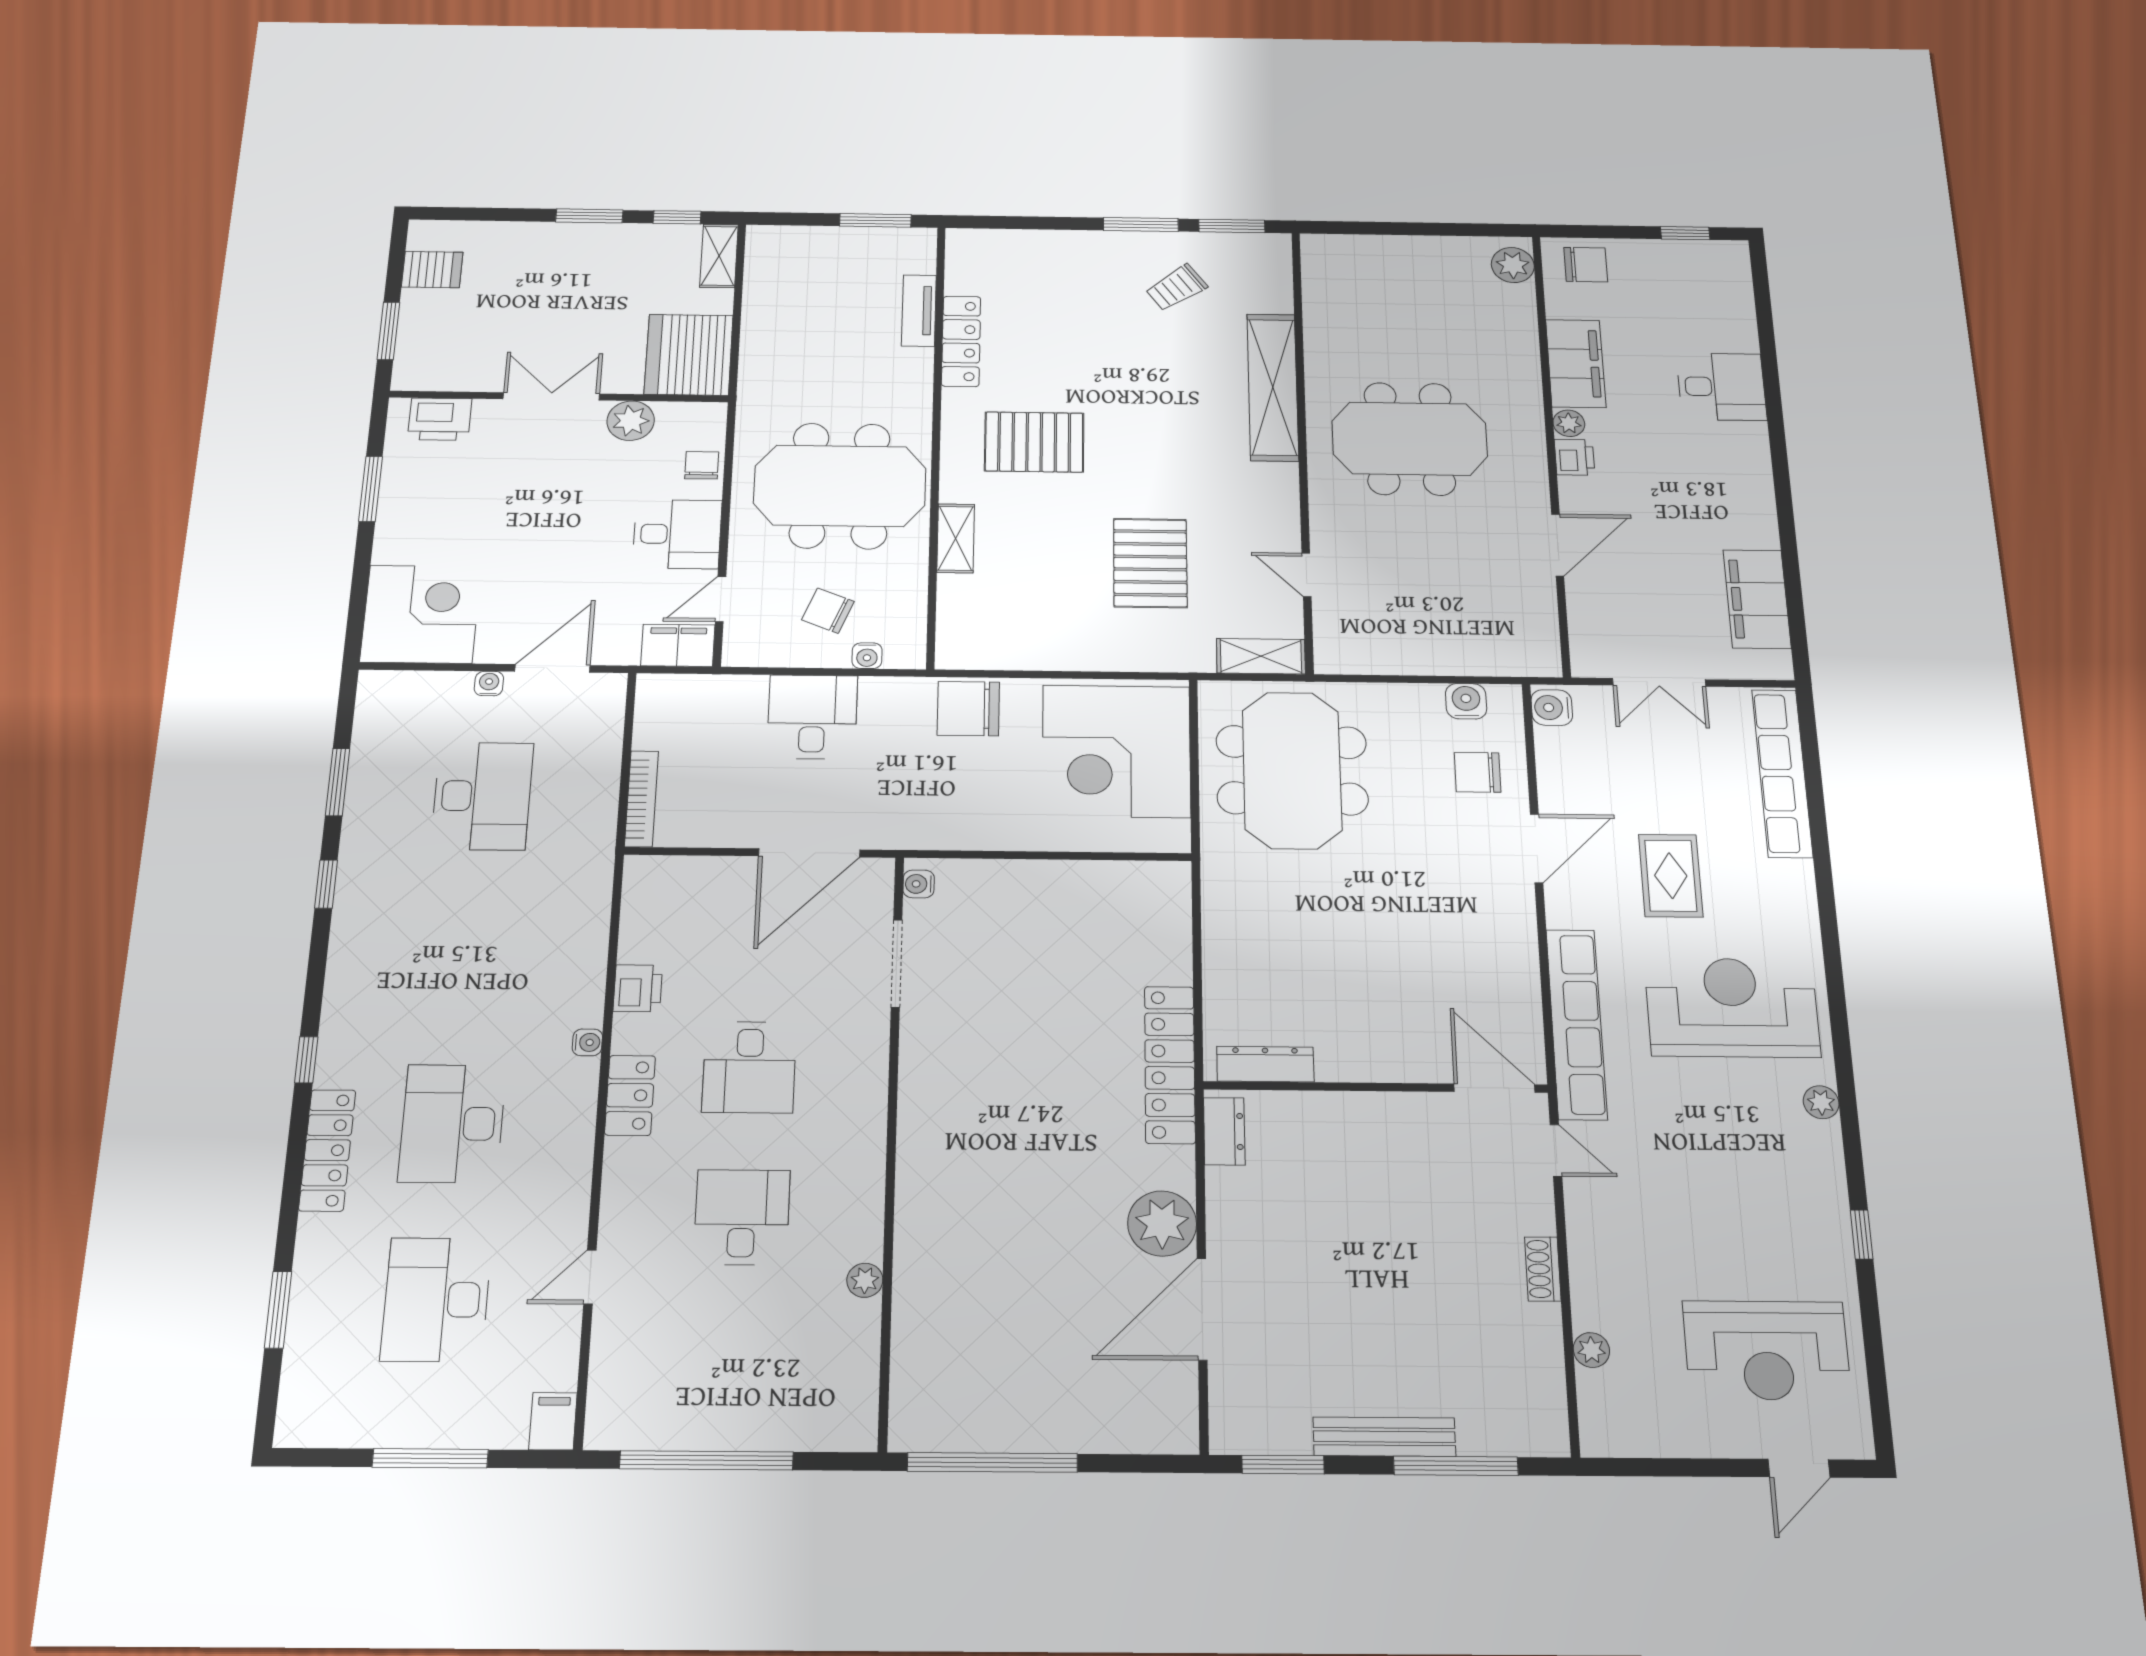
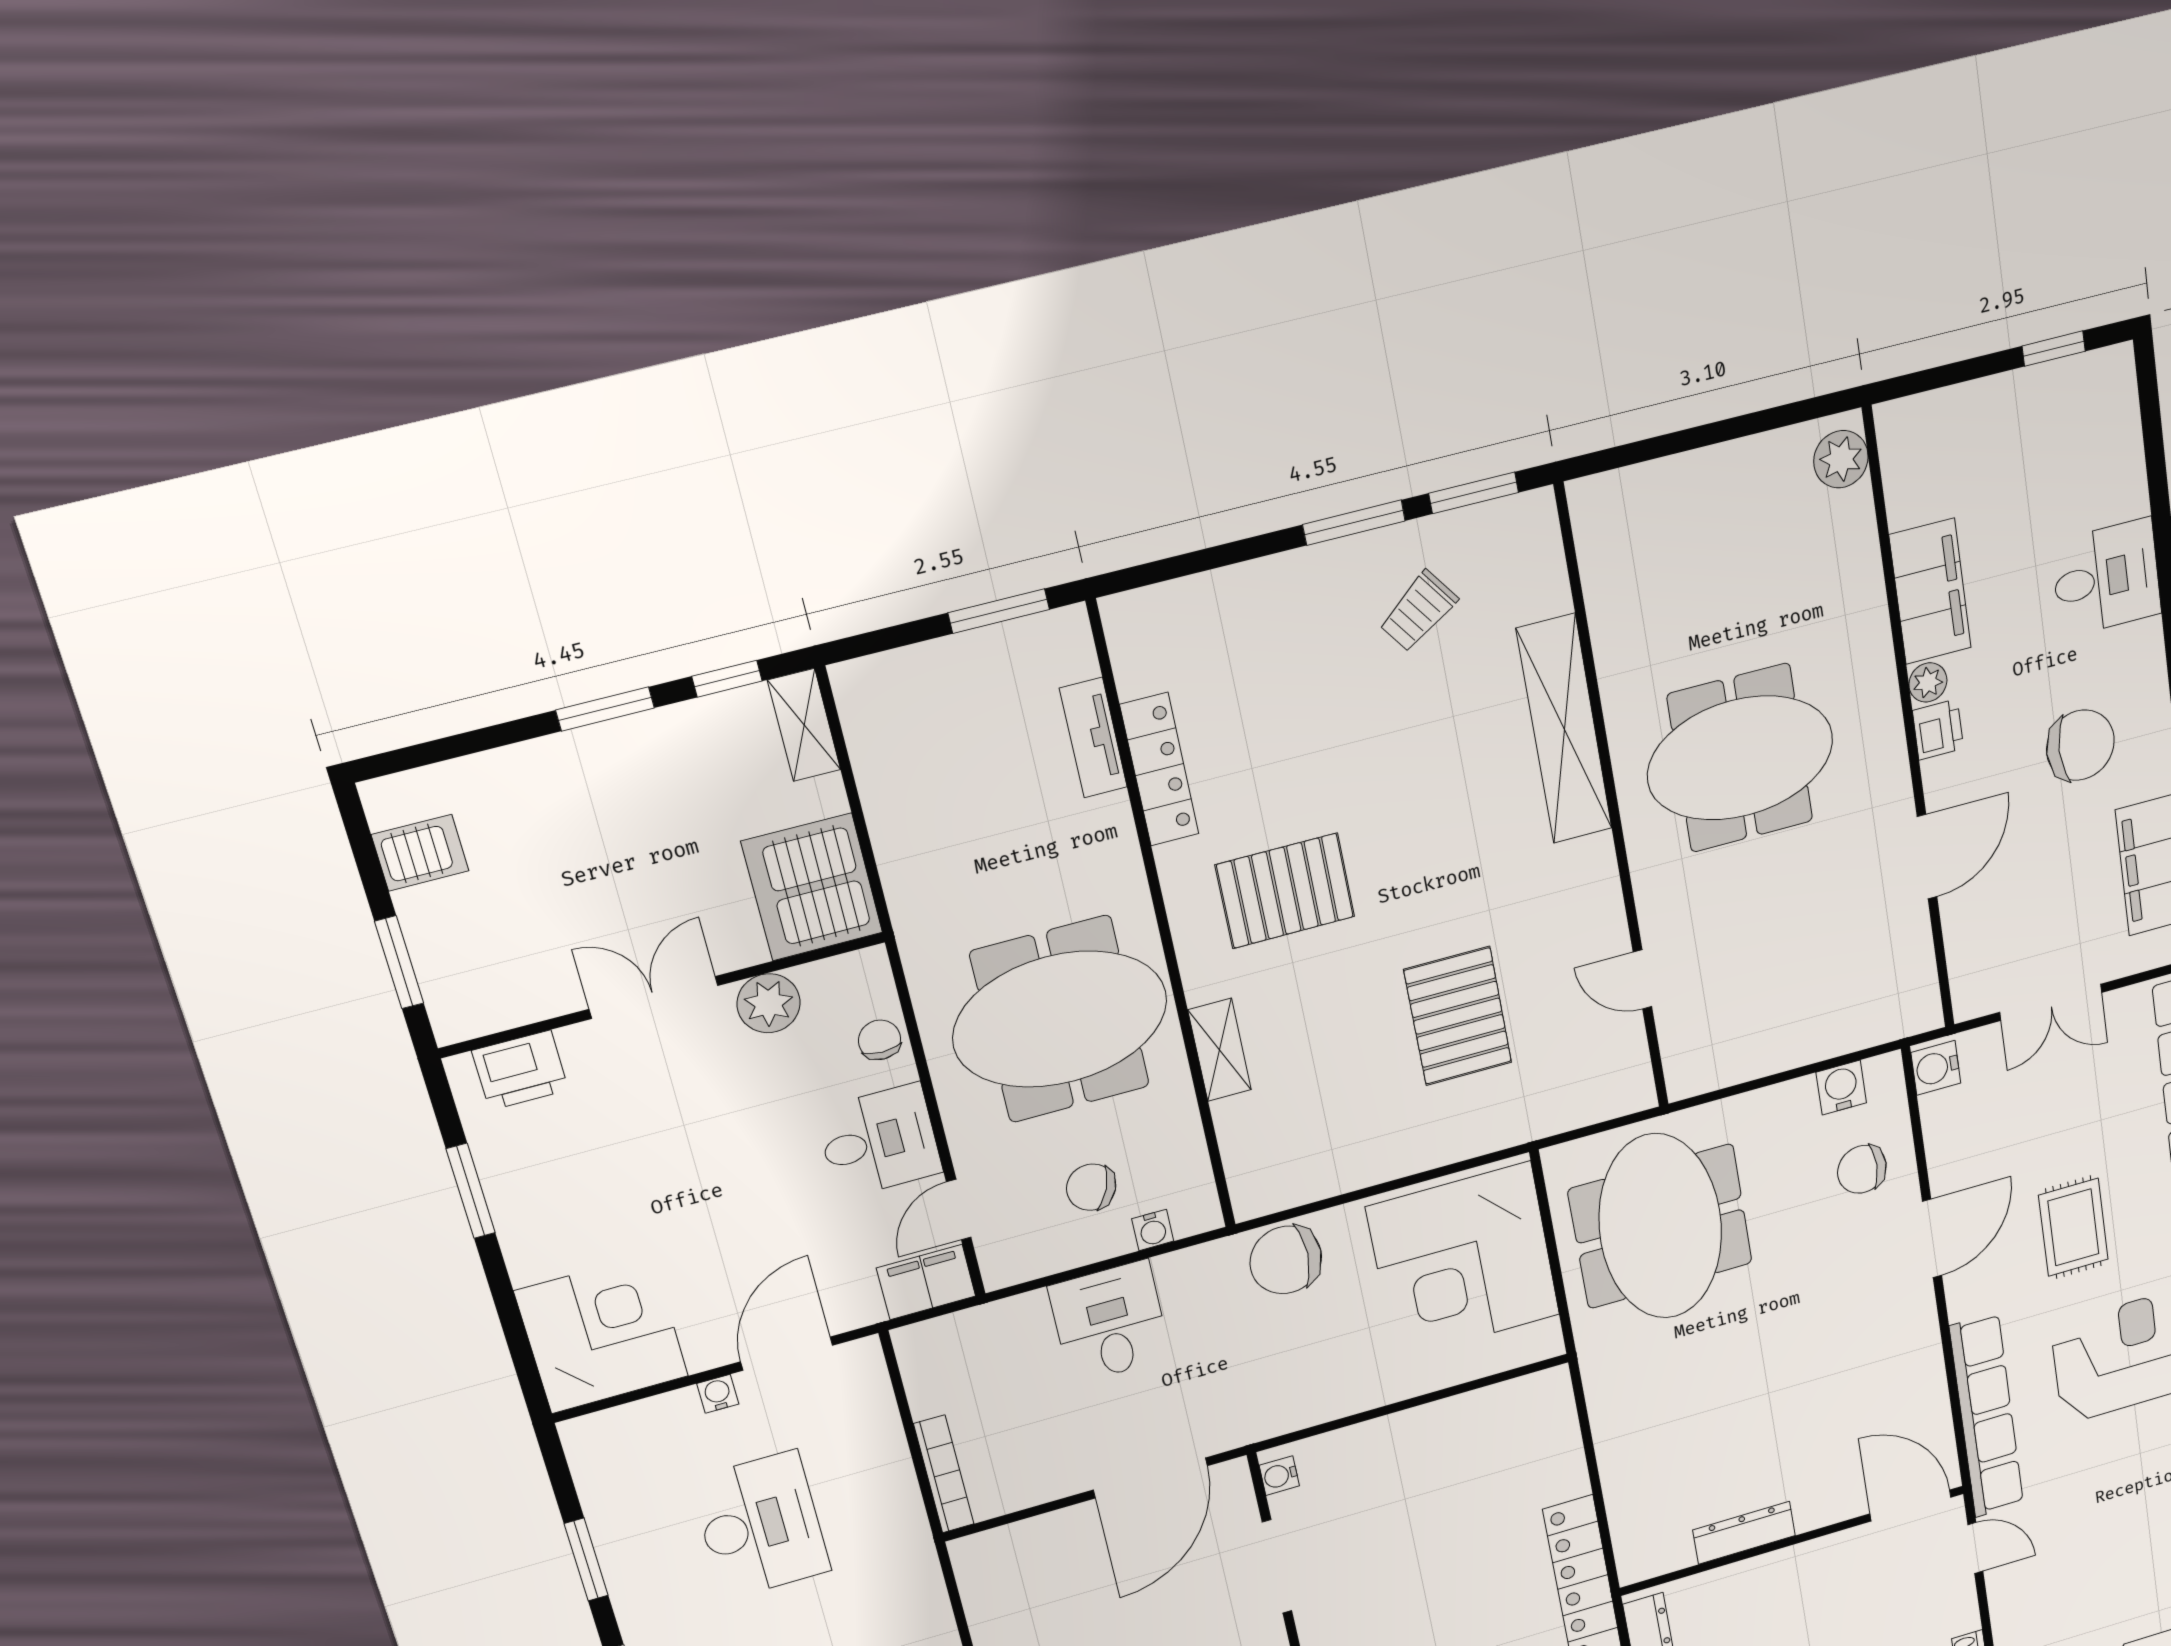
chair: (1586, 265) -> (2080, 745), moved, width x1.37, depth x1.37
shelving: (1261, 656) -> (1606, 1099), removed
dresser: (1265, 1064) -> (1744, 1533), moved

